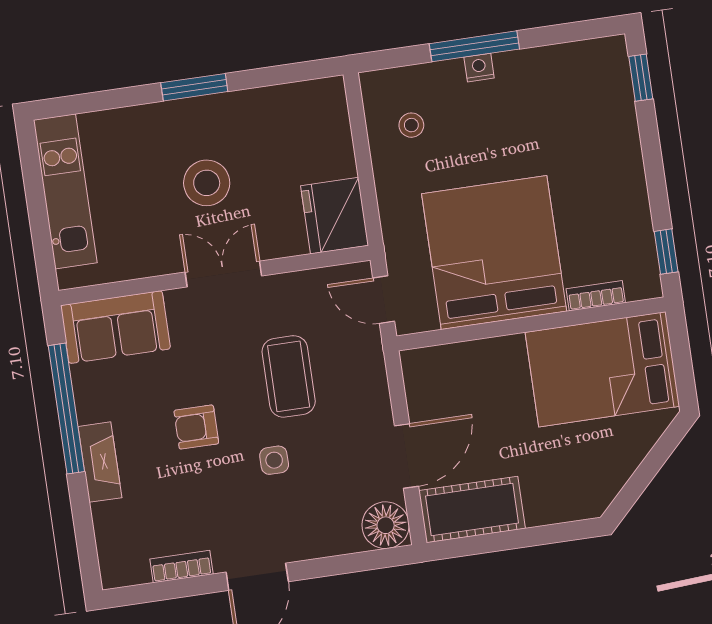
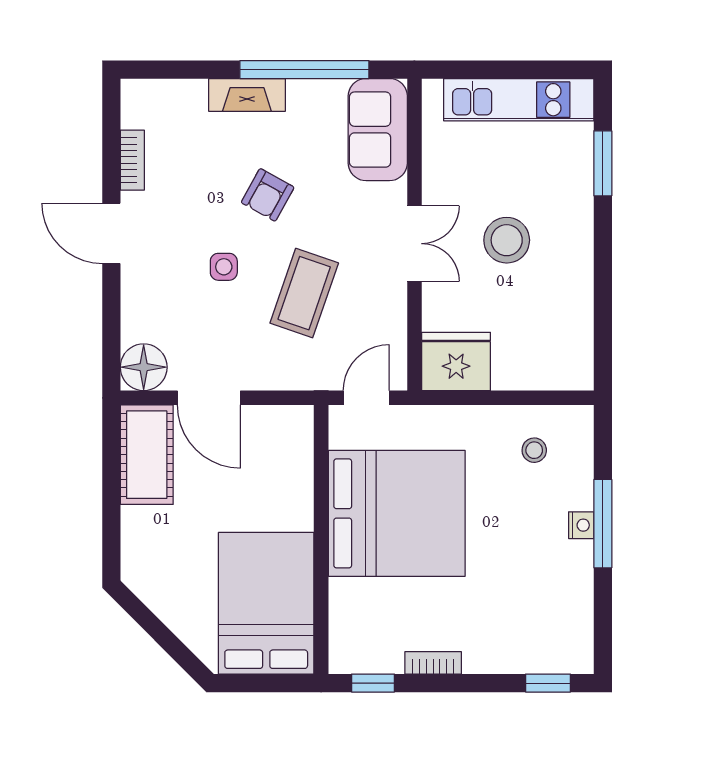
window: (194, 87) -> (603, 163), moved
bookcase: (596, 296) -> (433, 663), moved, turned -90
coffee table: (289, 376) -> (304, 293), turned -71
armchair: (196, 427) -> (268, 195), turned -151

